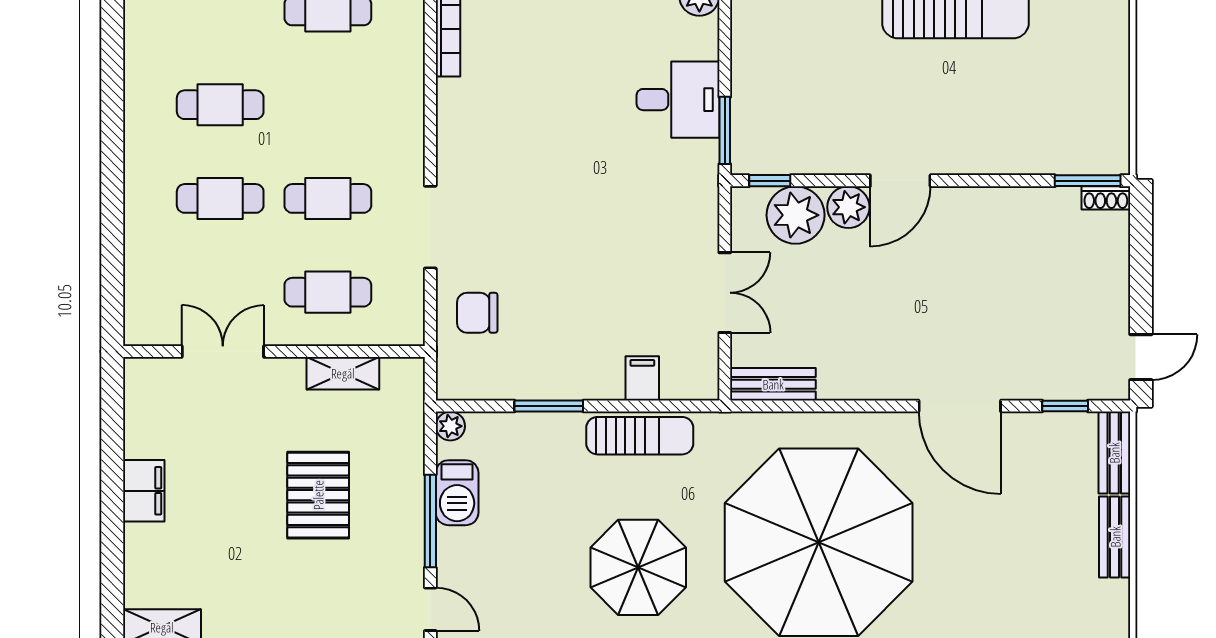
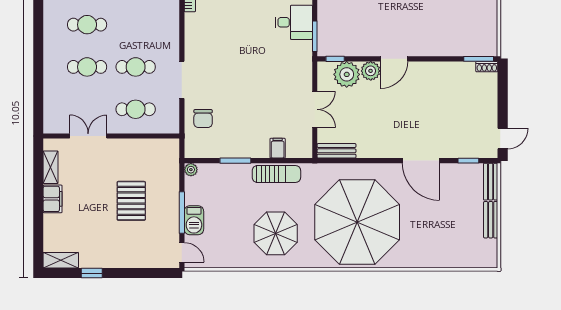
chair: (477, 313) -> (203, 119), turned -90
shelving: (343, 373) -> (51, 167), moved, turned 90
barbecue: (457, 493) -> (194, 220), moved

